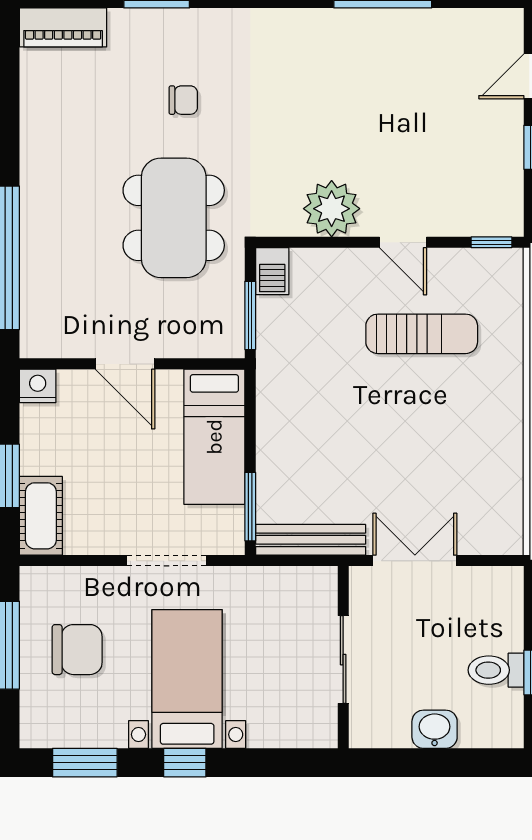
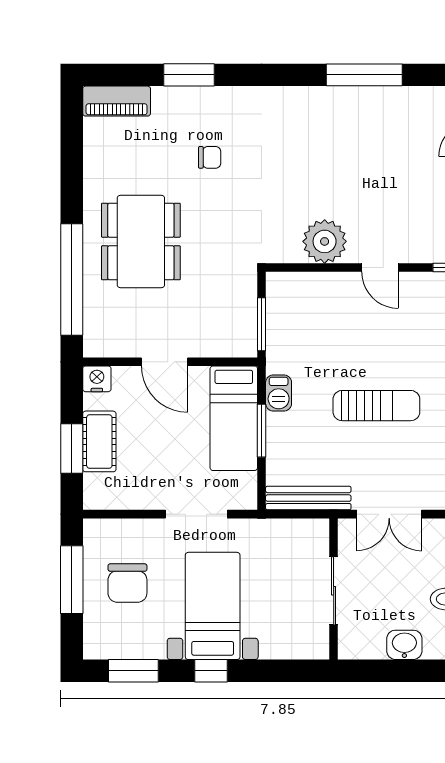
dining table: (174, 218) -> (141, 241), moved
barbecue: (272, 271) -> (279, 393), moved
sun lounger: (422, 334) -> (376, 406), moved
window: (250, 507) -> (262, 431), moved
cot: (41, 516) -> (99, 441), moved
double door: (415, 561) -> (389, 514), swing flipped
chair: (77, 650) -> (127, 583), turned 90

